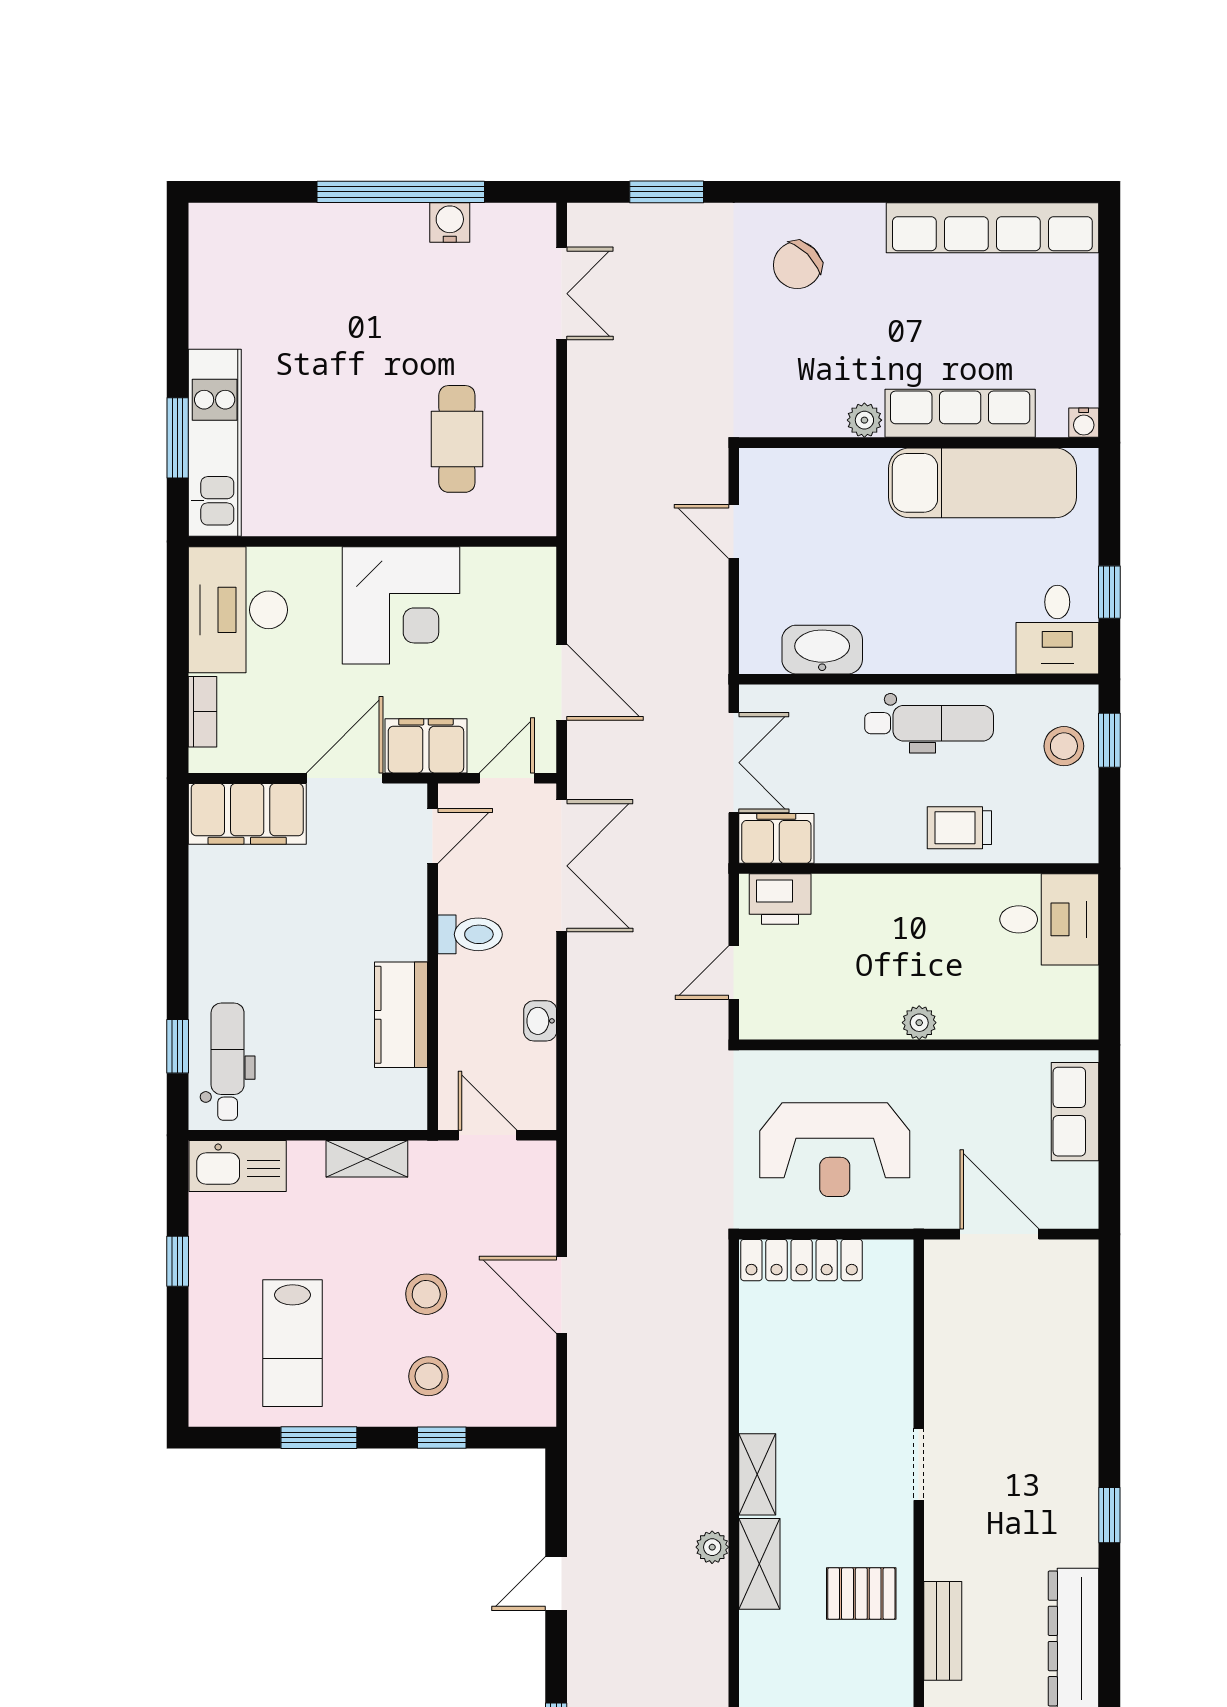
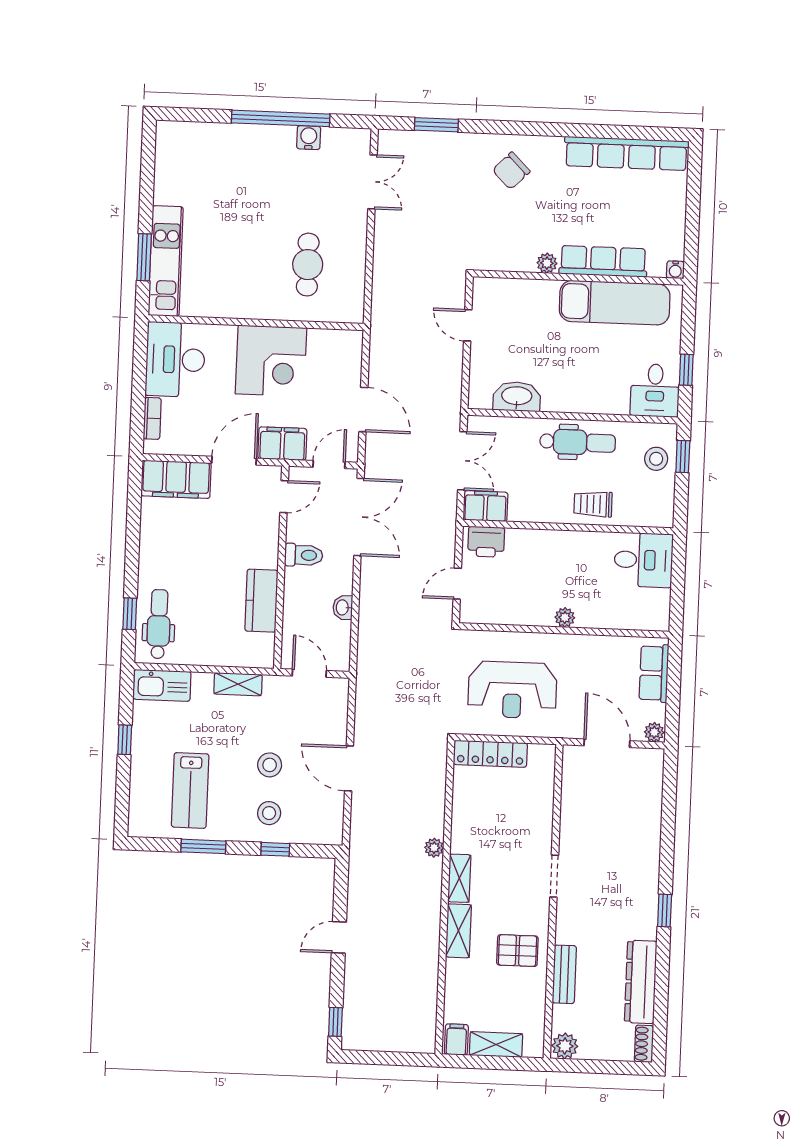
plant: (1079, 1212) -> (654, 732), added
plant: (712, 1547) -> (434, 848), moved

